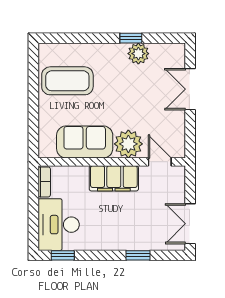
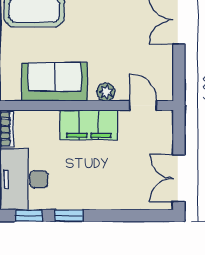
plant: (128, 144) -> (106, 92), width x0.53, depth x0.53
window: (138, 255) -> (69, 216), moved

